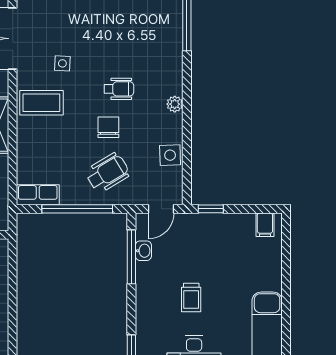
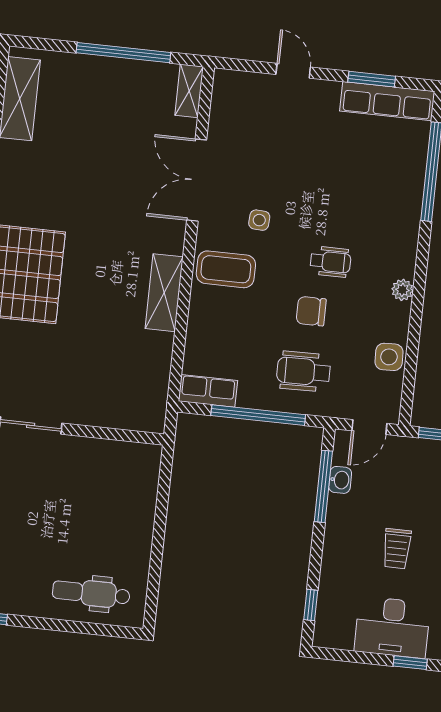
chair: (108, 127) -> (311, 311), turned -90
wheelchair: (107, 173) -> (304, 371), turned -150

